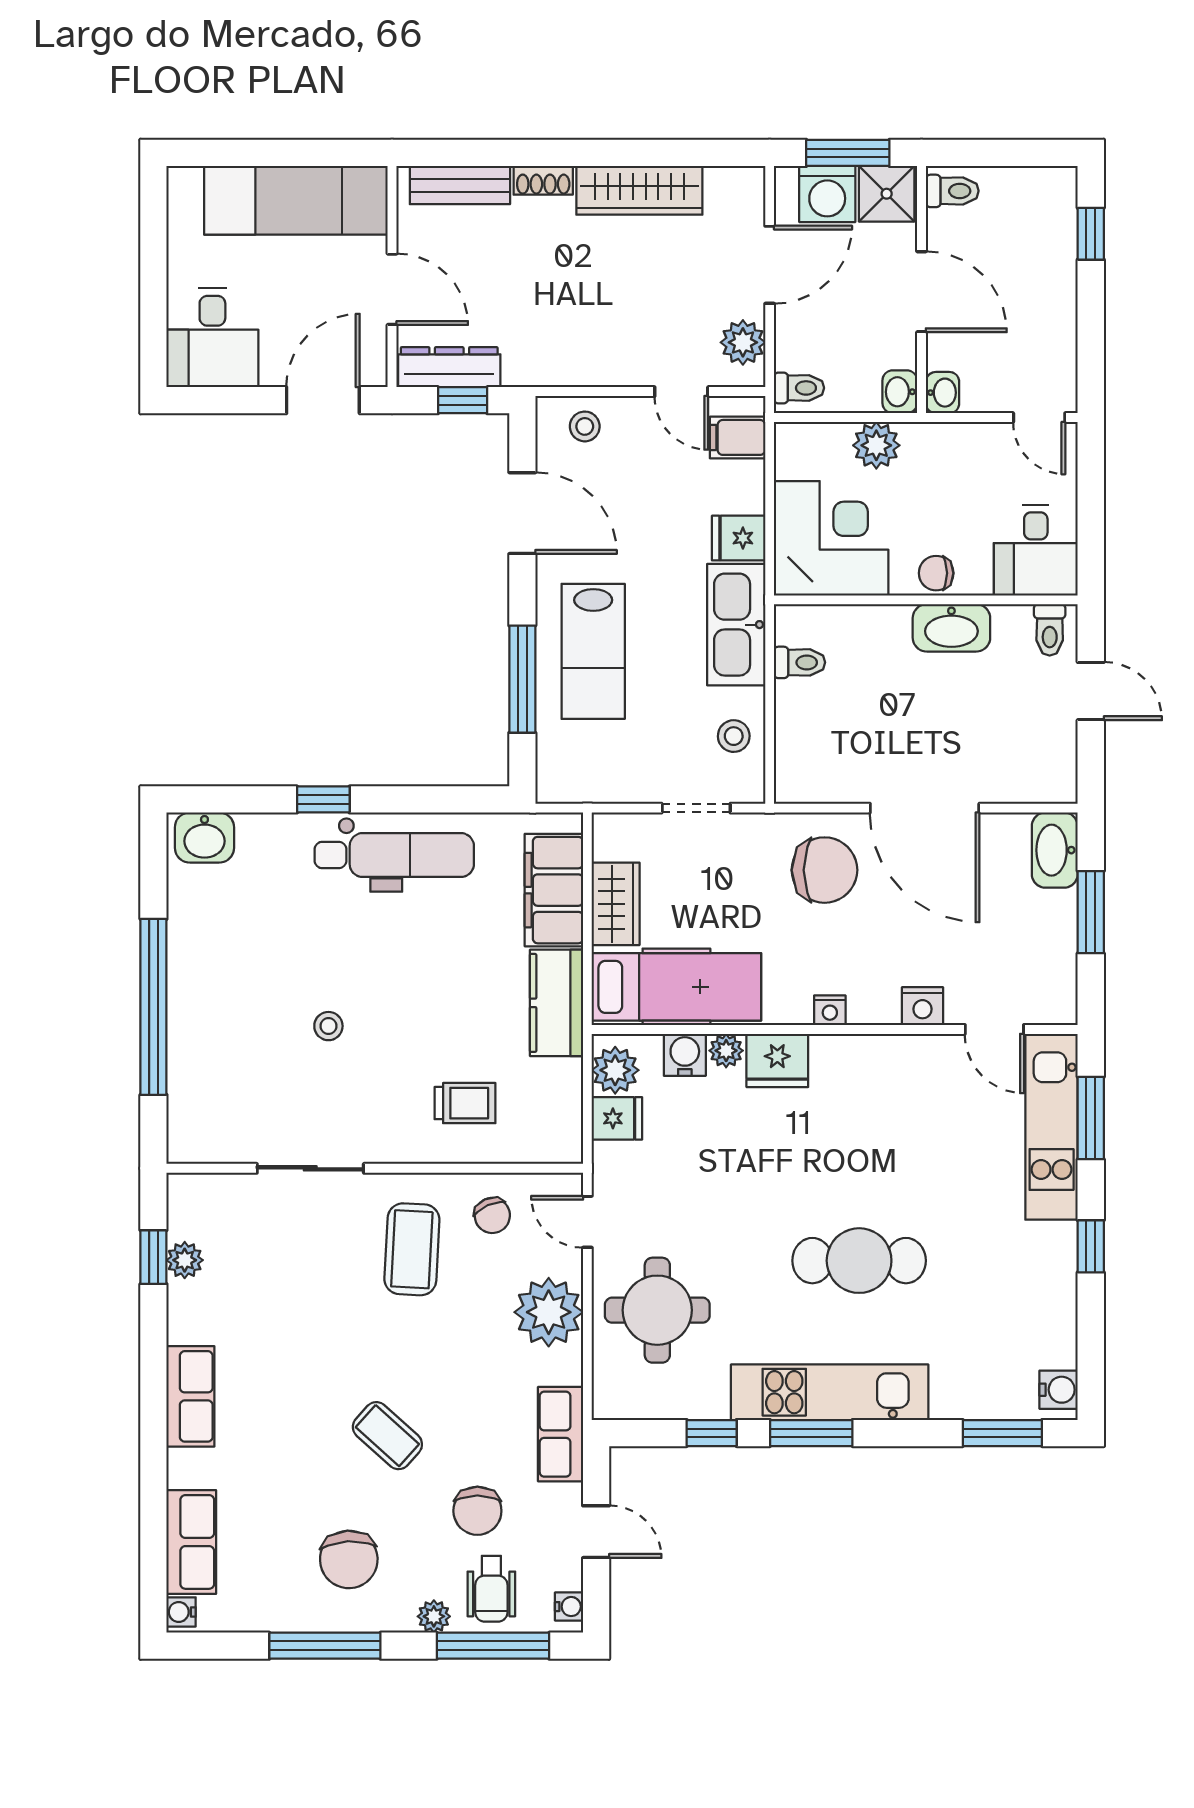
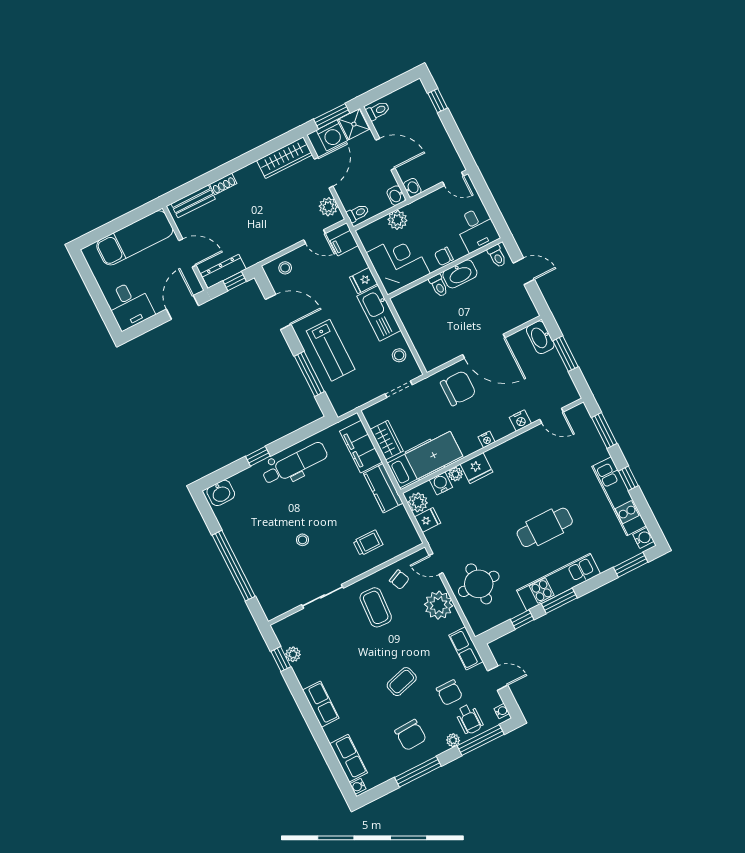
wardrobe: (639, 190) -> (284, 158), moved
toilet: (800, 662) -> (439, 286), moved, turned 90
kitchen unit: (1052, 1127) -> (619, 496), moved
coffee table: (387, 1436) -> (402, 682), turned -58

